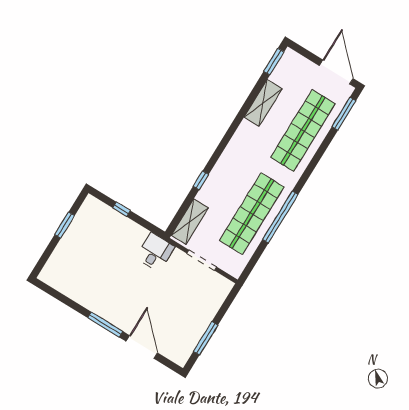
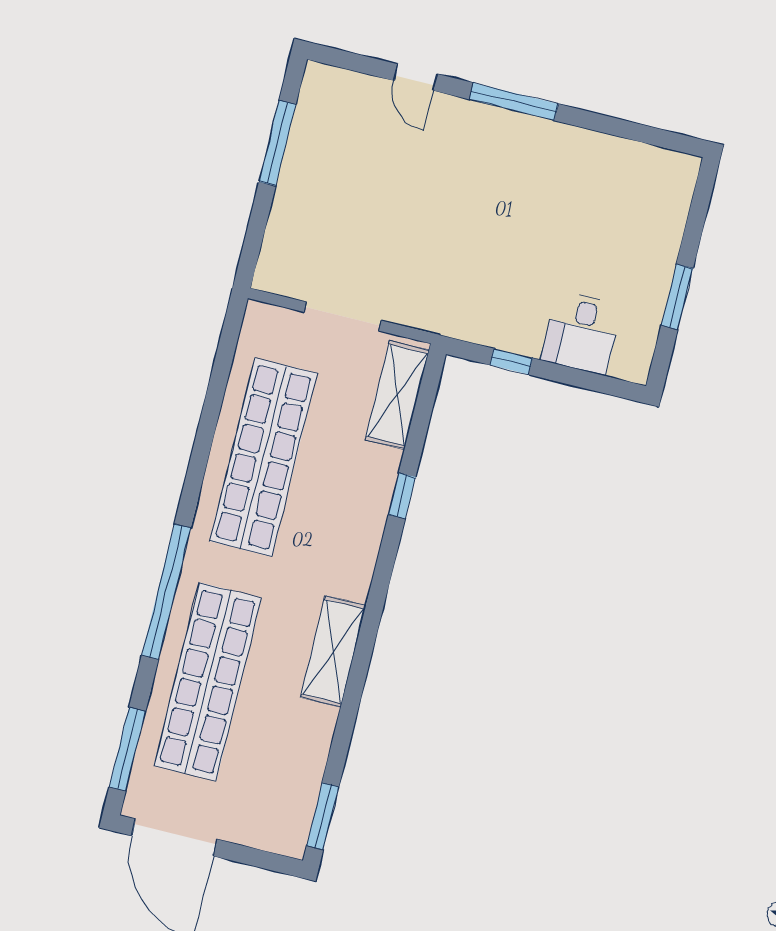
shelving: (263, 103) -> (333, 651), moved
window: (122, 209) -> (511, 362), moved
window: (280, 217) -> (166, 592), moved
desk: (155, 252) -> (581, 333), moved
door: (142, 347) -> (415, 77), width x0.53

